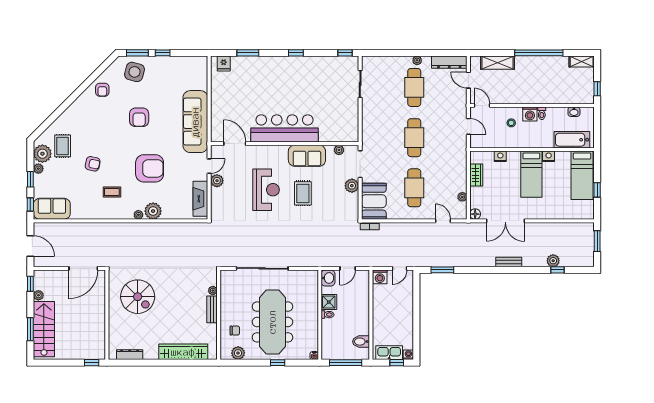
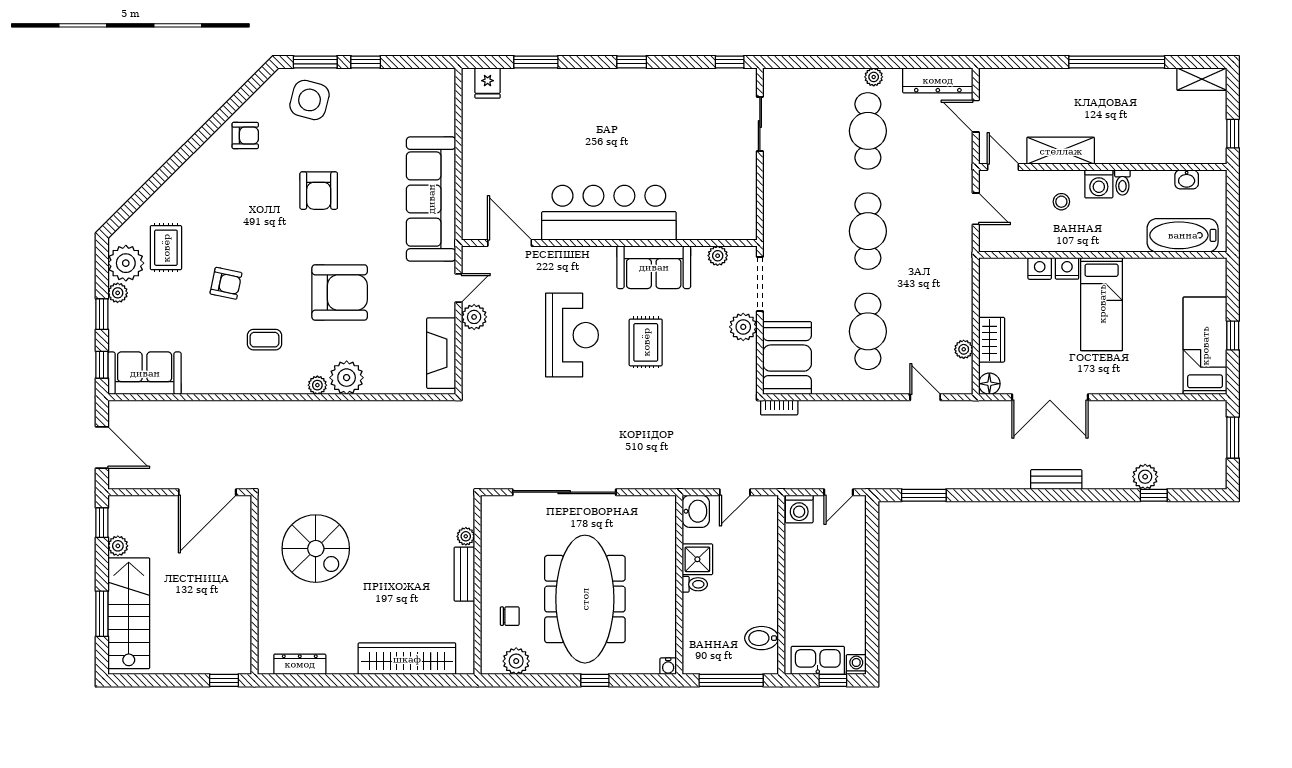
shelving: (497, 63) -> (1061, 151), moved
armchair: (102, 90) -> (245, 136), turned -90
nightstand: (549, 156) -> (1067, 268), moved
wardrobe: (476, 175) -> (992, 340), moved
bed: (582, 175) -> (1205, 346), moved, turned 180

